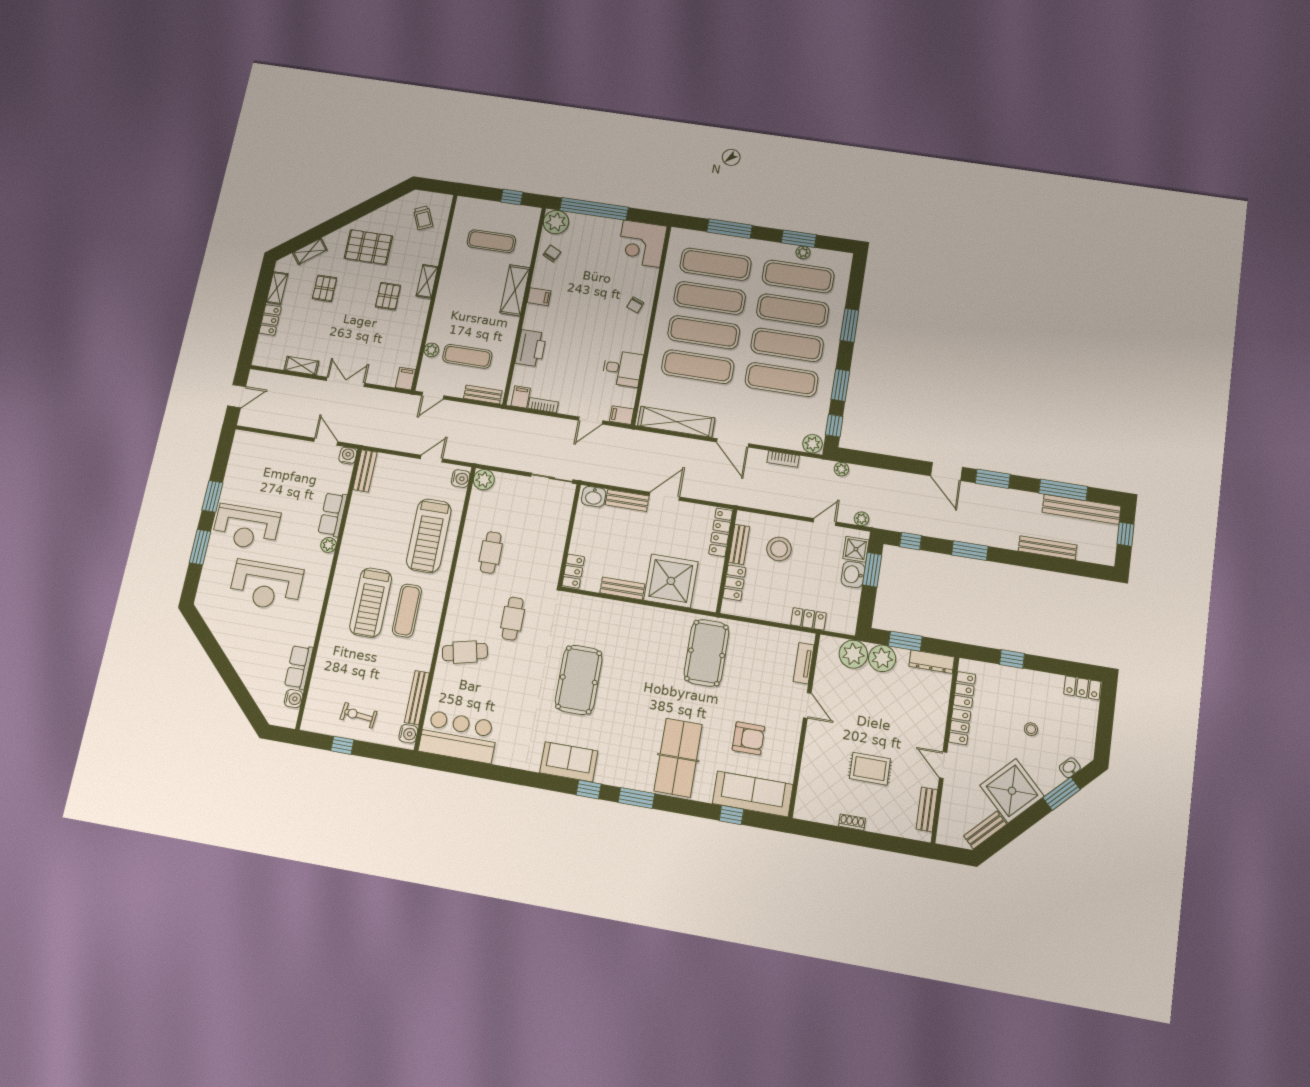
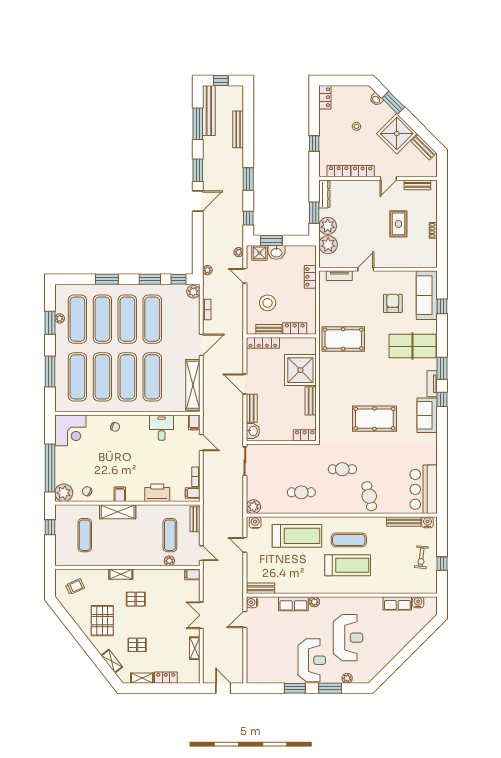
plant: (208, 574) -> (347, 678), added
tv unit: (615, 778) -> (432, 384), added

